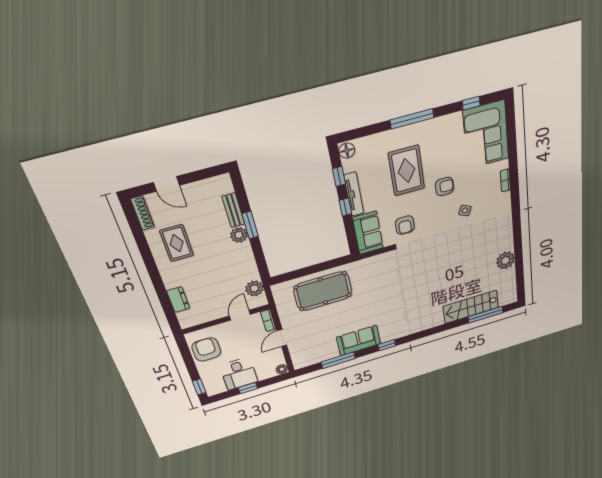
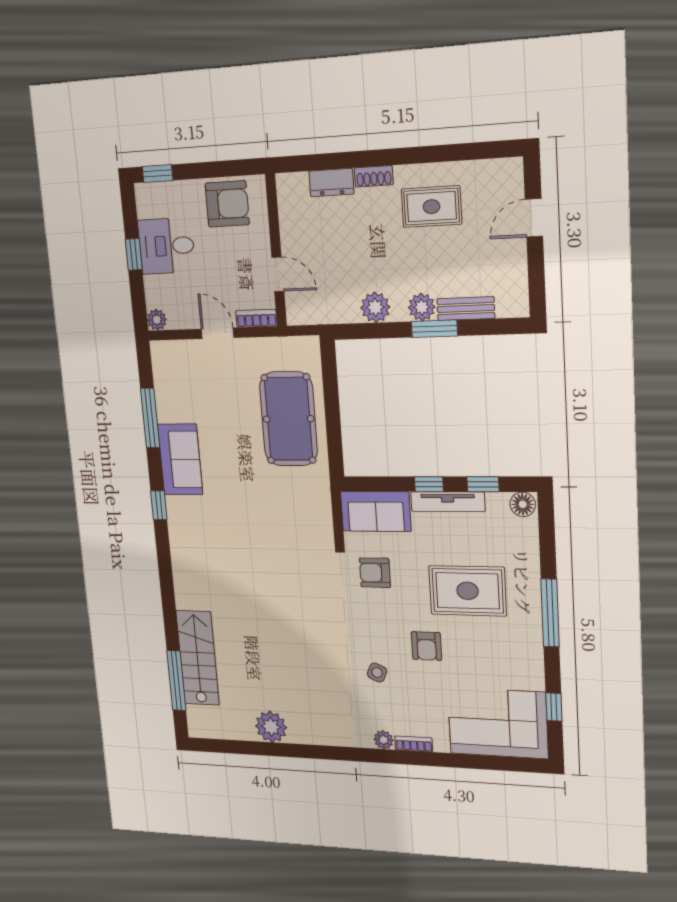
plant: (505, 198) -> (384, 740), added
shoe rack: (143, 213) -> (374, 176), moved, width x0.70
plant: (254, 288) -> (375, 307), moved

